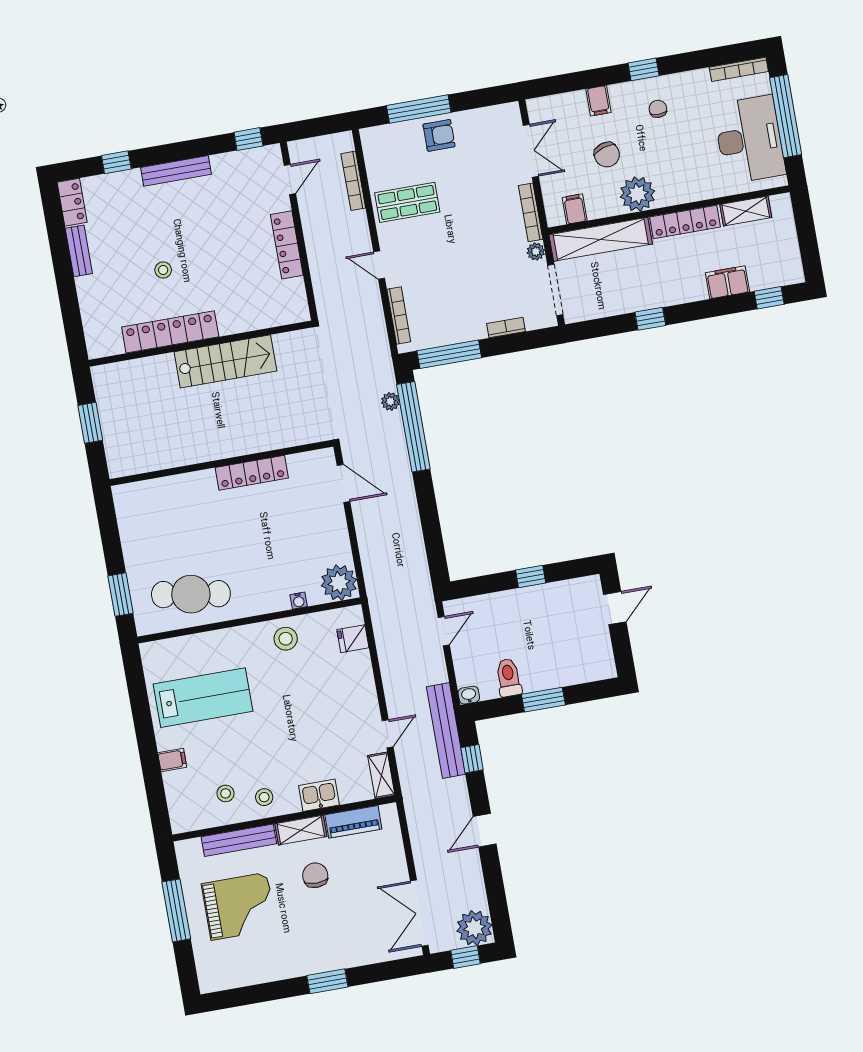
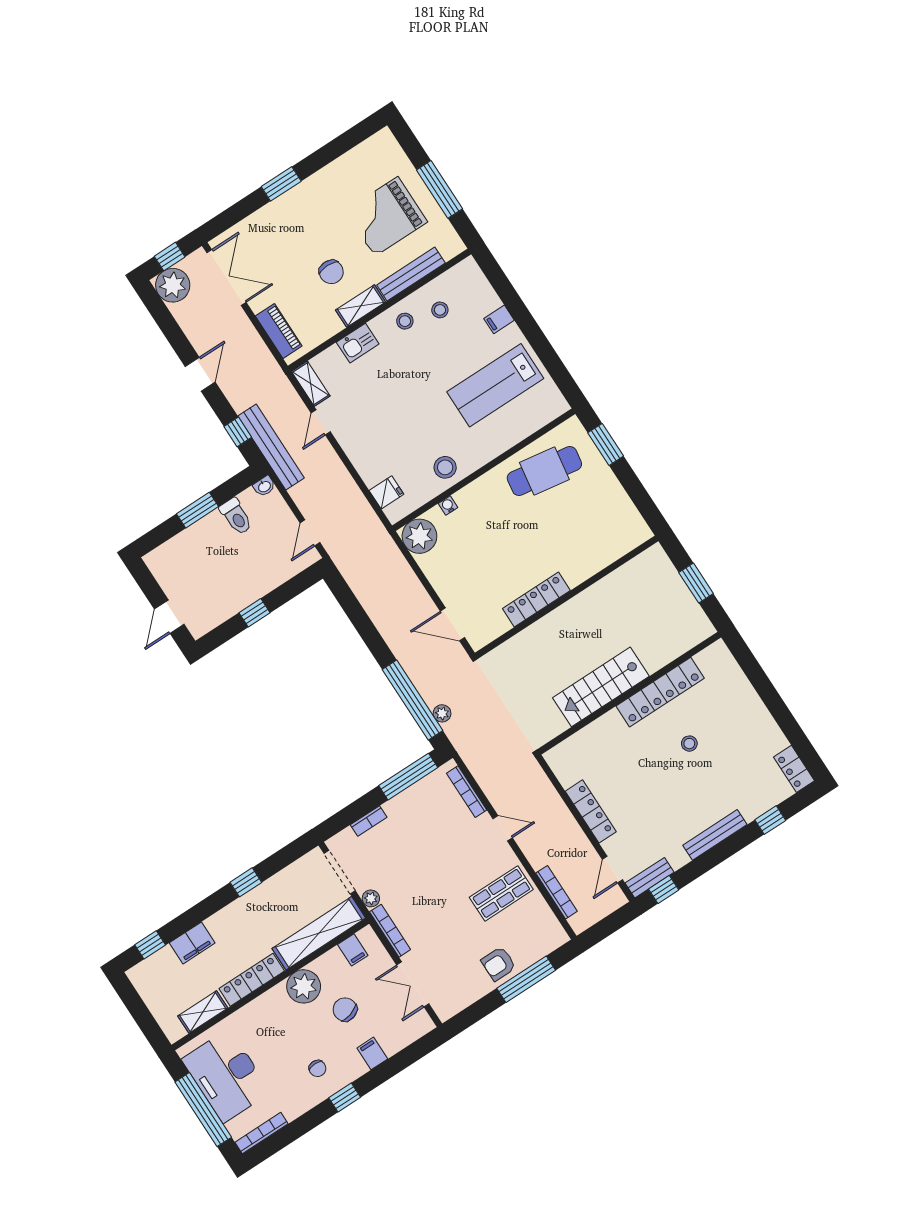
bench: (79, 251) -> (650, 878), moved, turned 90
piano: (353, 822) -> (279, 331), moved, turned 90

